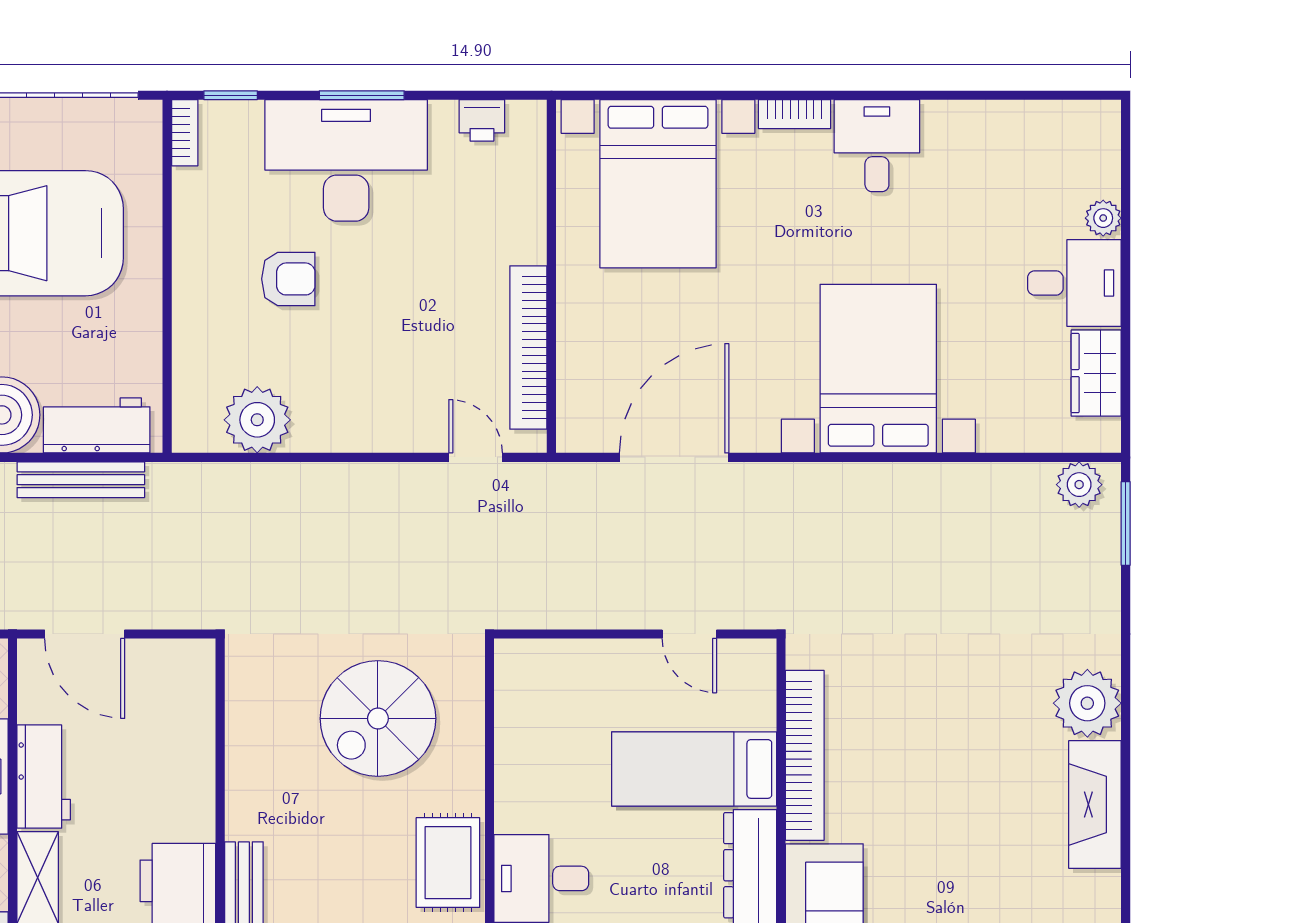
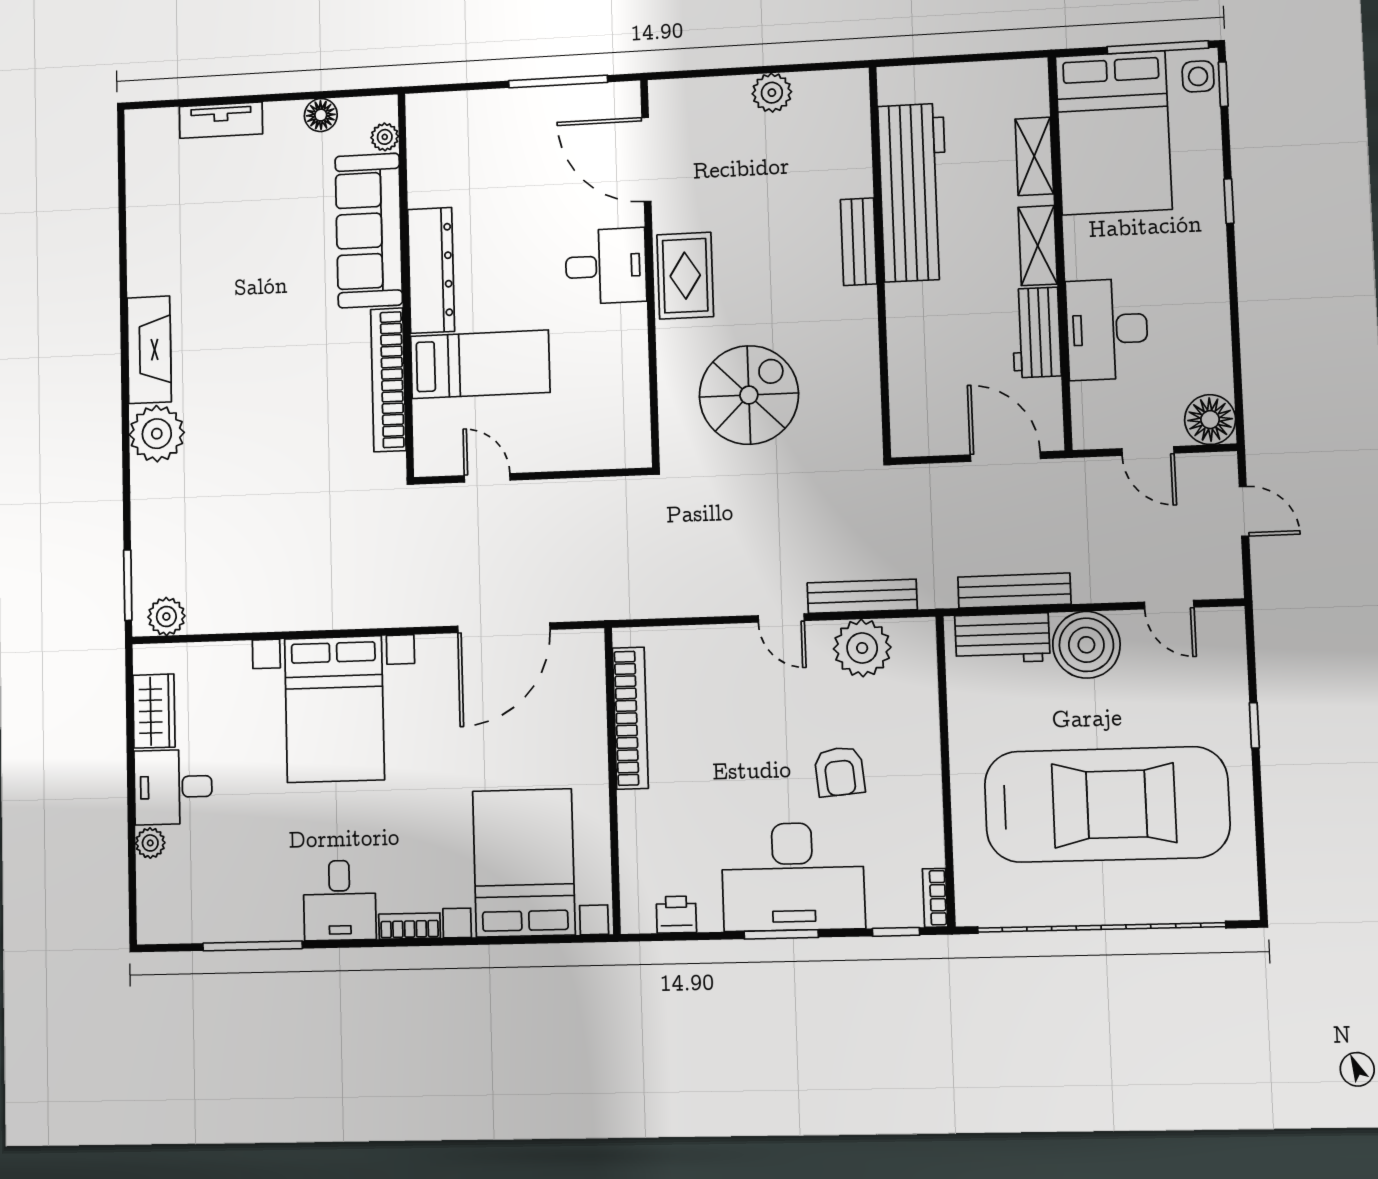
window: (982, 95) -> (252, 946), added
armchair: (288, 279) -> (840, 772), turned -95
door: (476, 457) -> (781, 618), moved
bench: (255, 479) -> (862, 596), added

